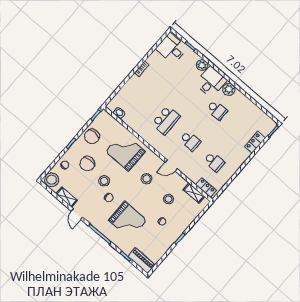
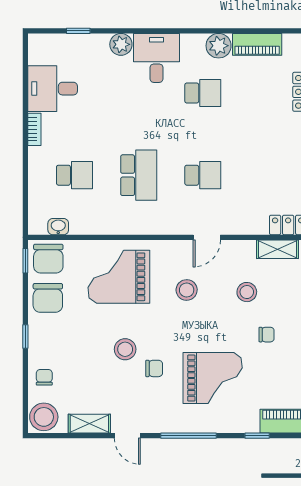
desk: (172, 48) -> (53, 89), moved
plant: (229, 89) -> (219, 46), moved
piano: (253, 110) -> (257, 44), added
school desk: (214, 162) -> (75, 175), moved
chair: (87, 164) -> (48, 259), moved

